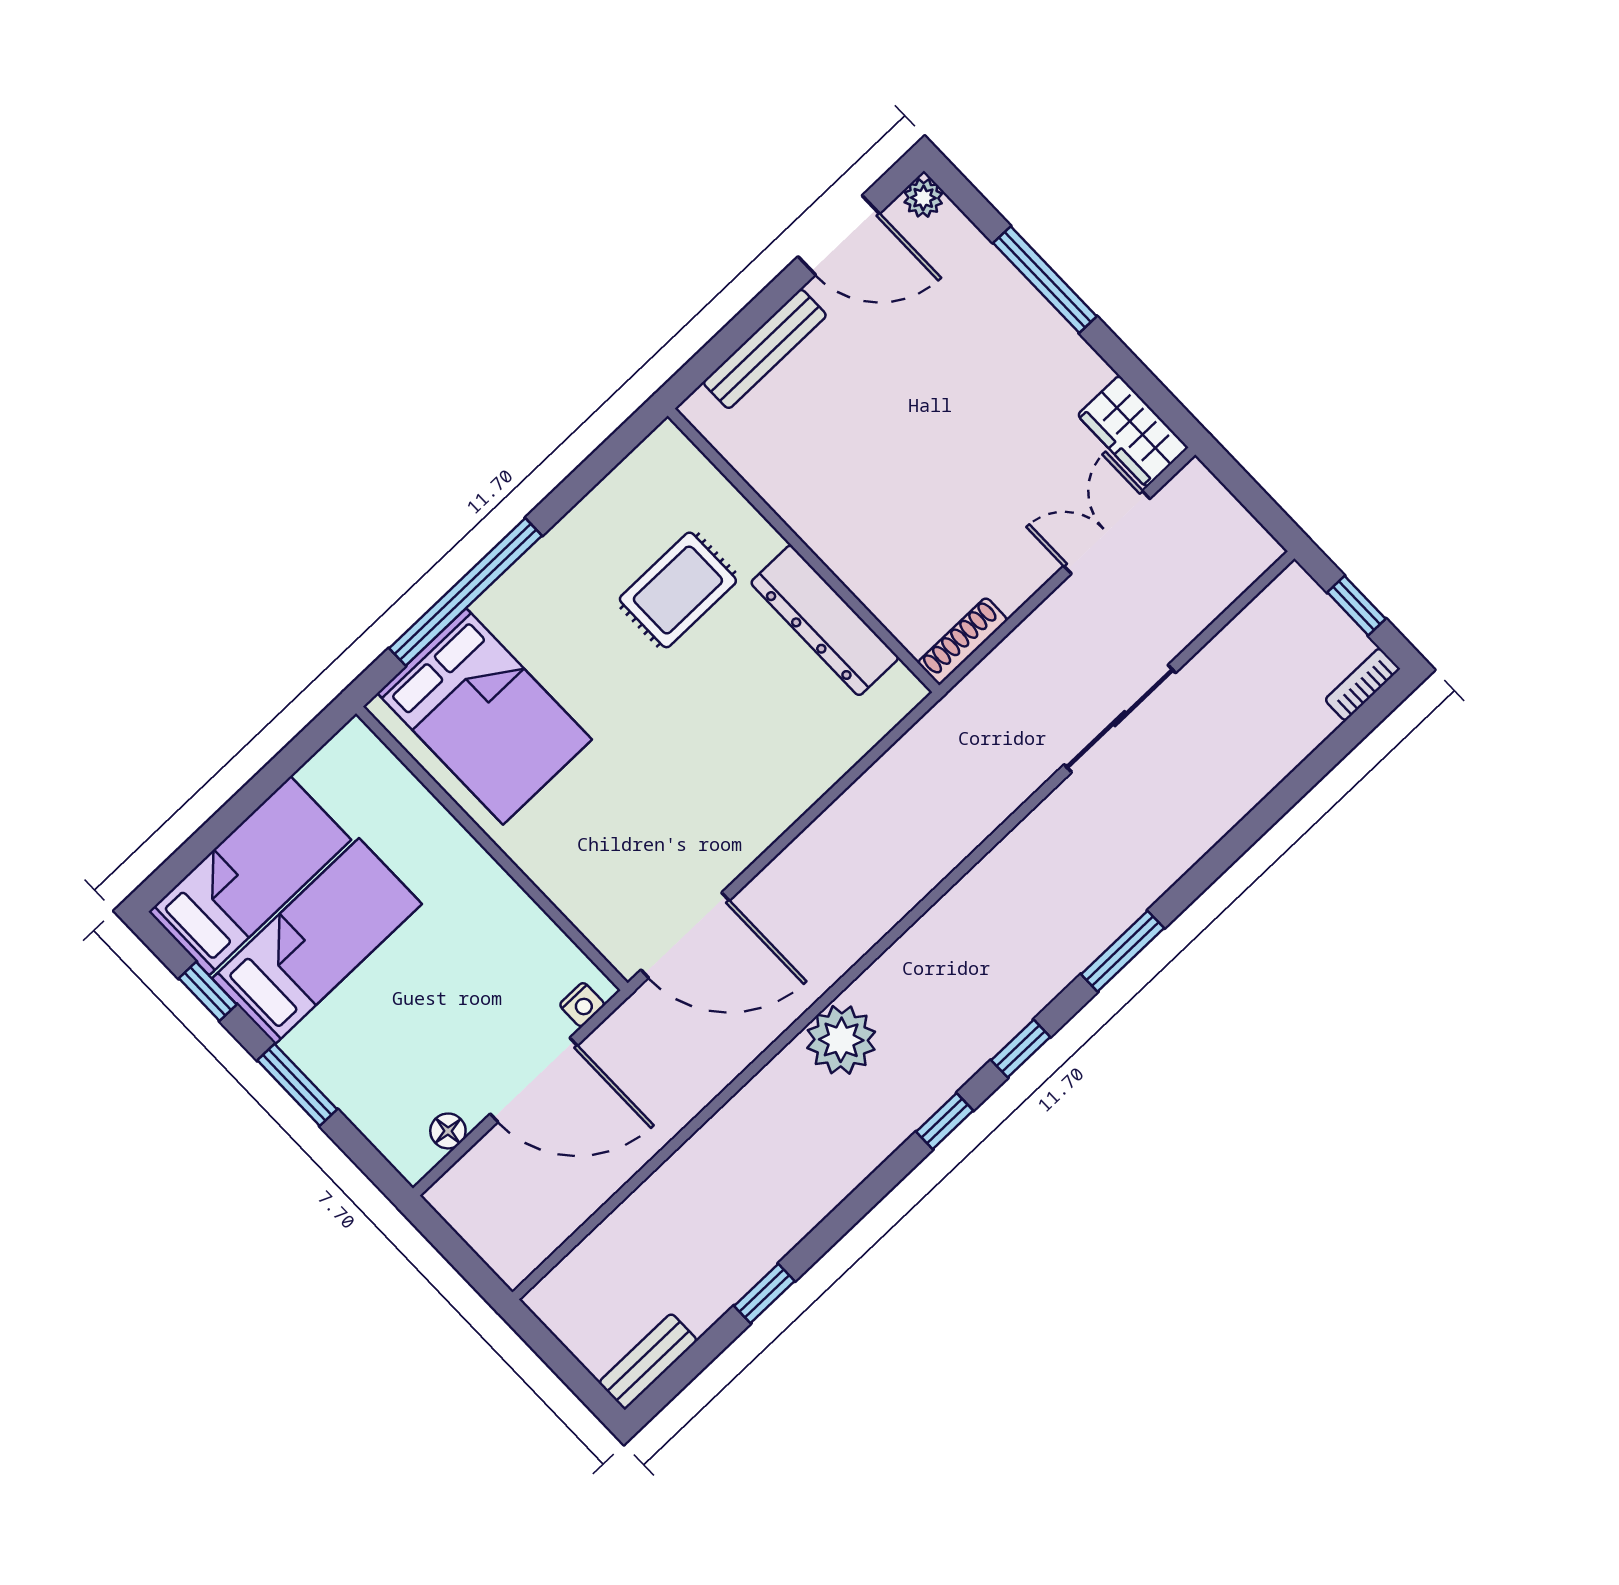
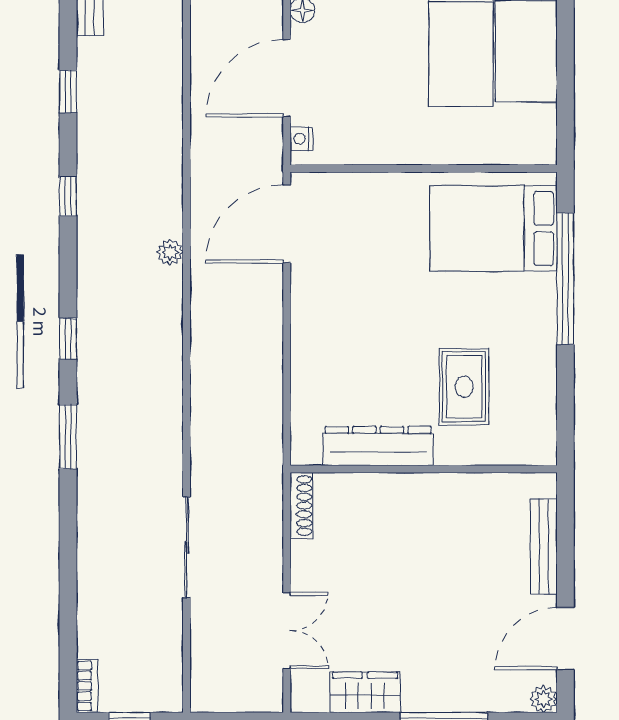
wardrobe: (1133, 431) -> (365, 692), moved
plant: (841, 1040) -> (170, 252), width x0.53, depth x0.53
window: (945, 1121) -> (68, 197), moved

